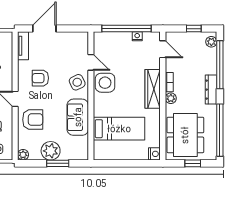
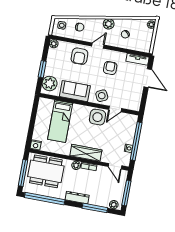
window: (194, 29) -> (126, 193), width x2.17
door: (163, 49) -> (115, 166), hinge flipped
window: (220, 65) -> (95, 208), width x0.68
plant: (51, 151) -> (50, 83), moved
window: (193, 163) -> (23, 173), width x2.17

